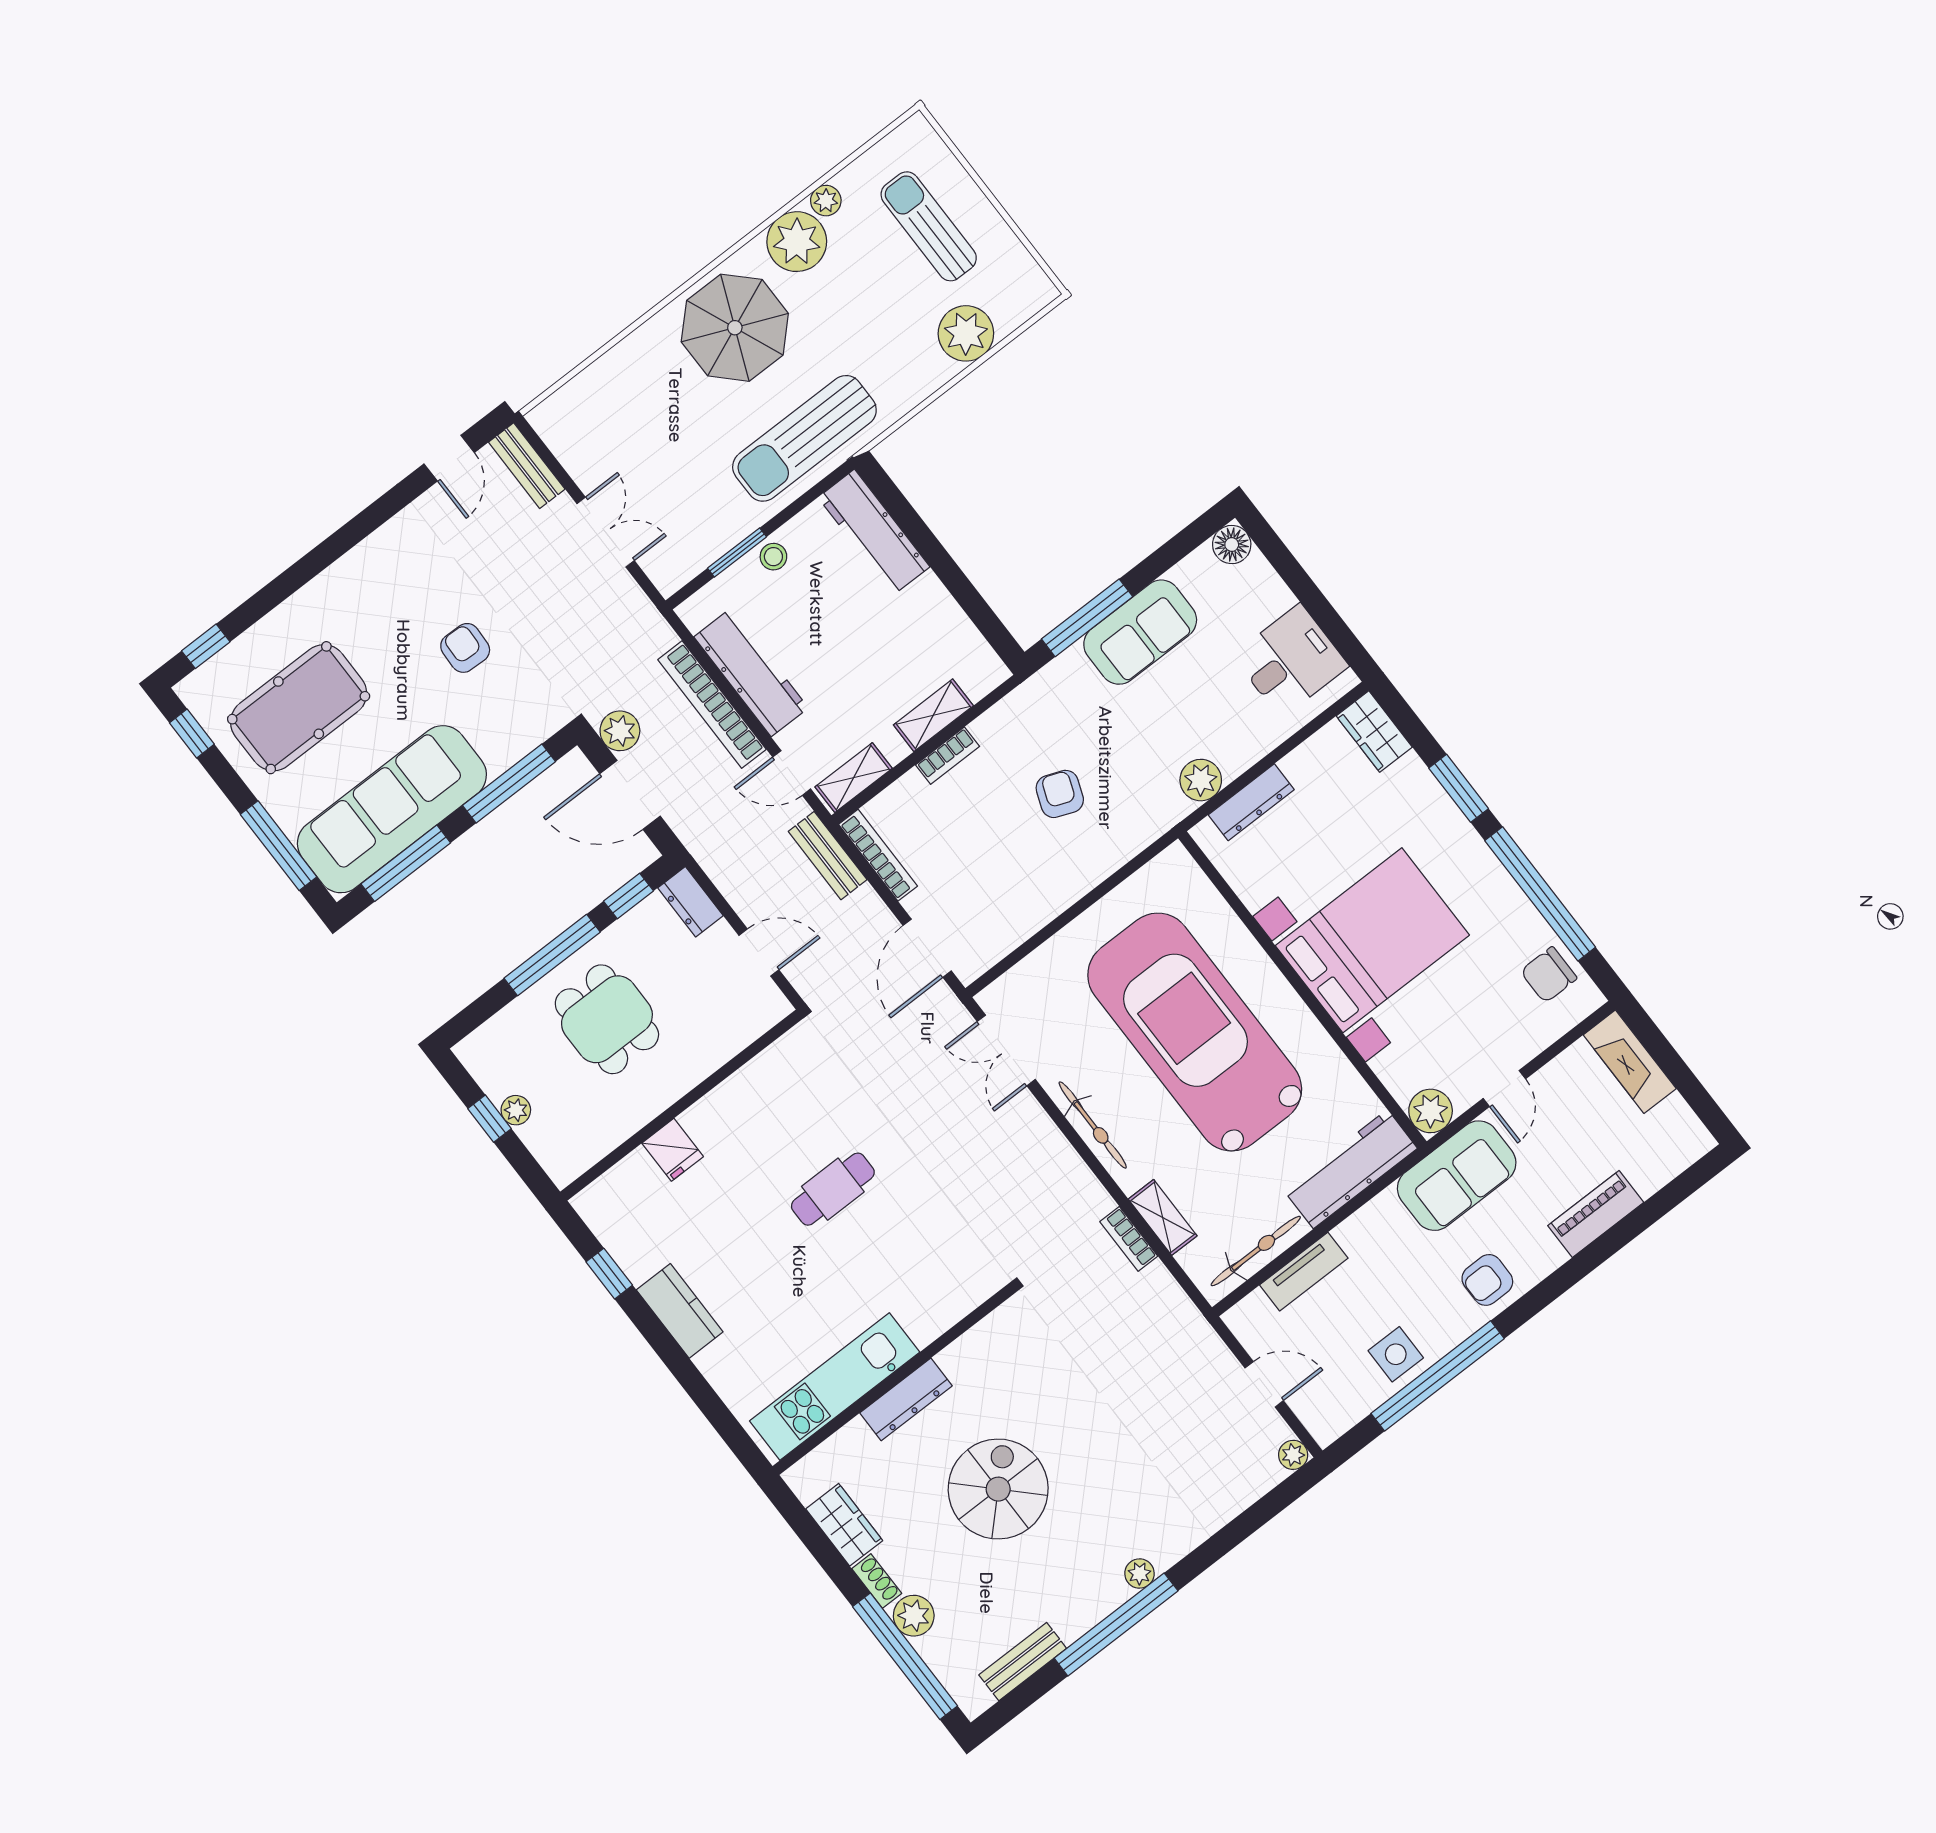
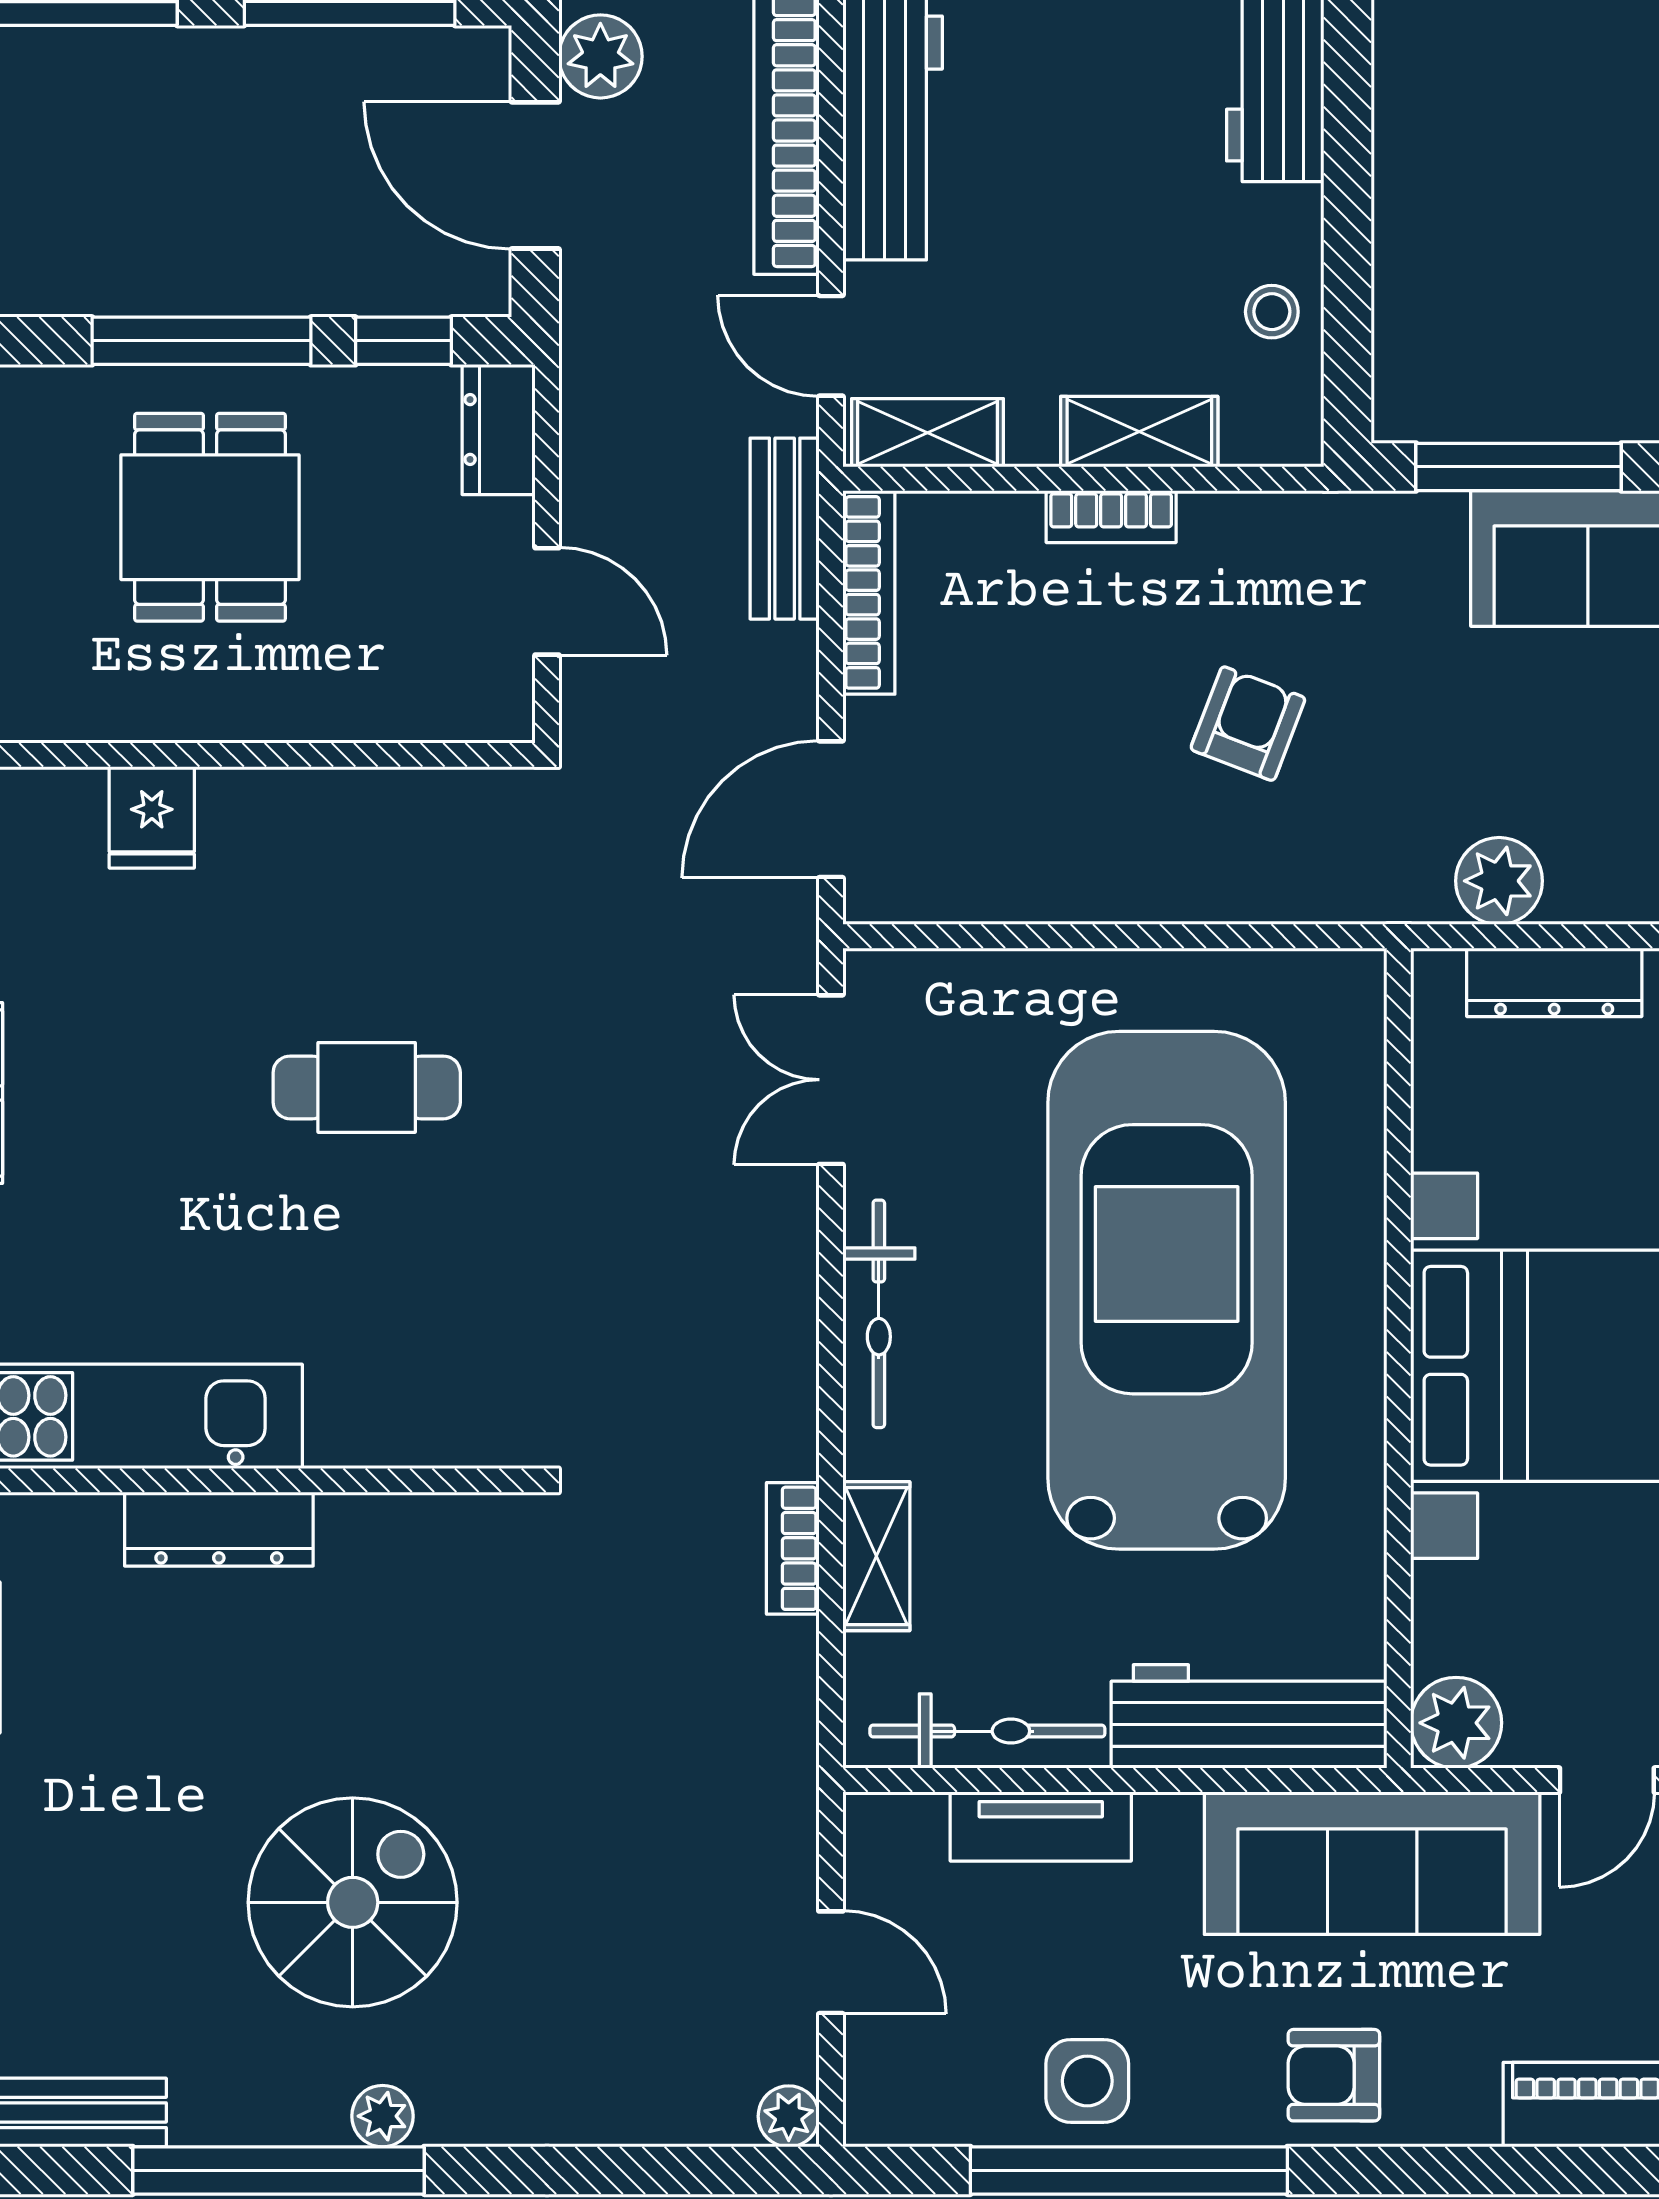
stool: (948, 631) -> (1272, 312), added
sofa: (1457, 1176) -> (1372, 1863), width x1.36
spiral stairs: (998, 1489) -> (353, 1902), moved

